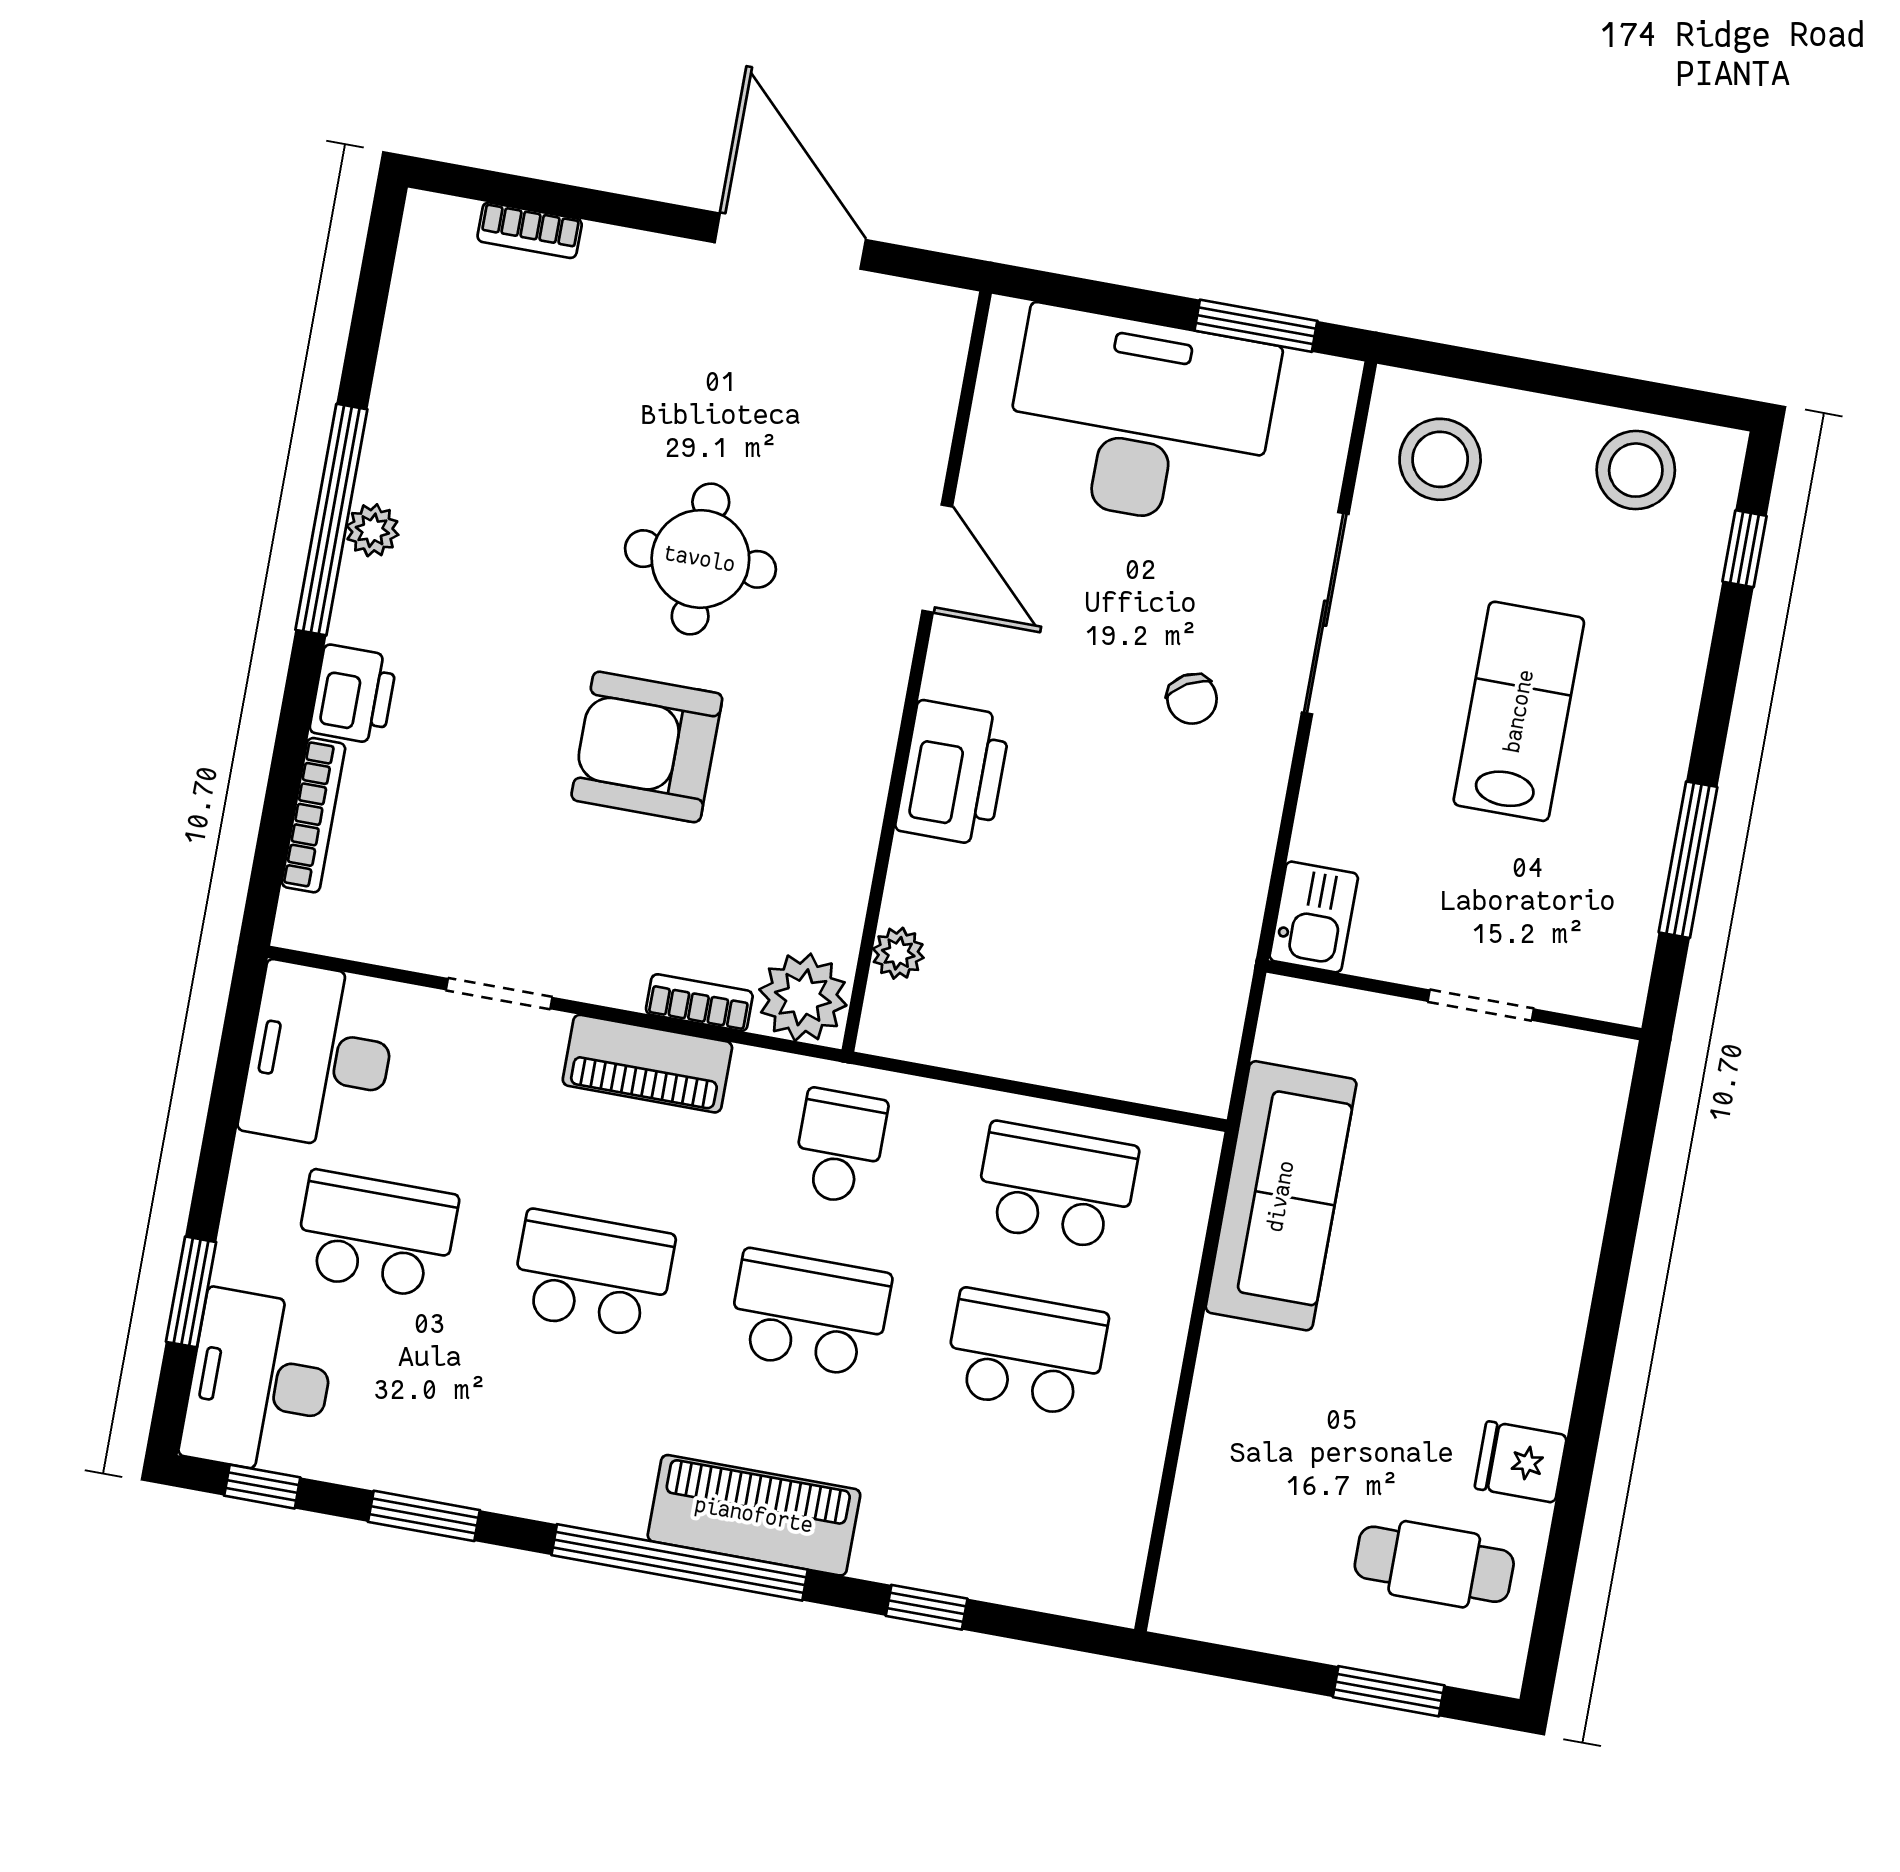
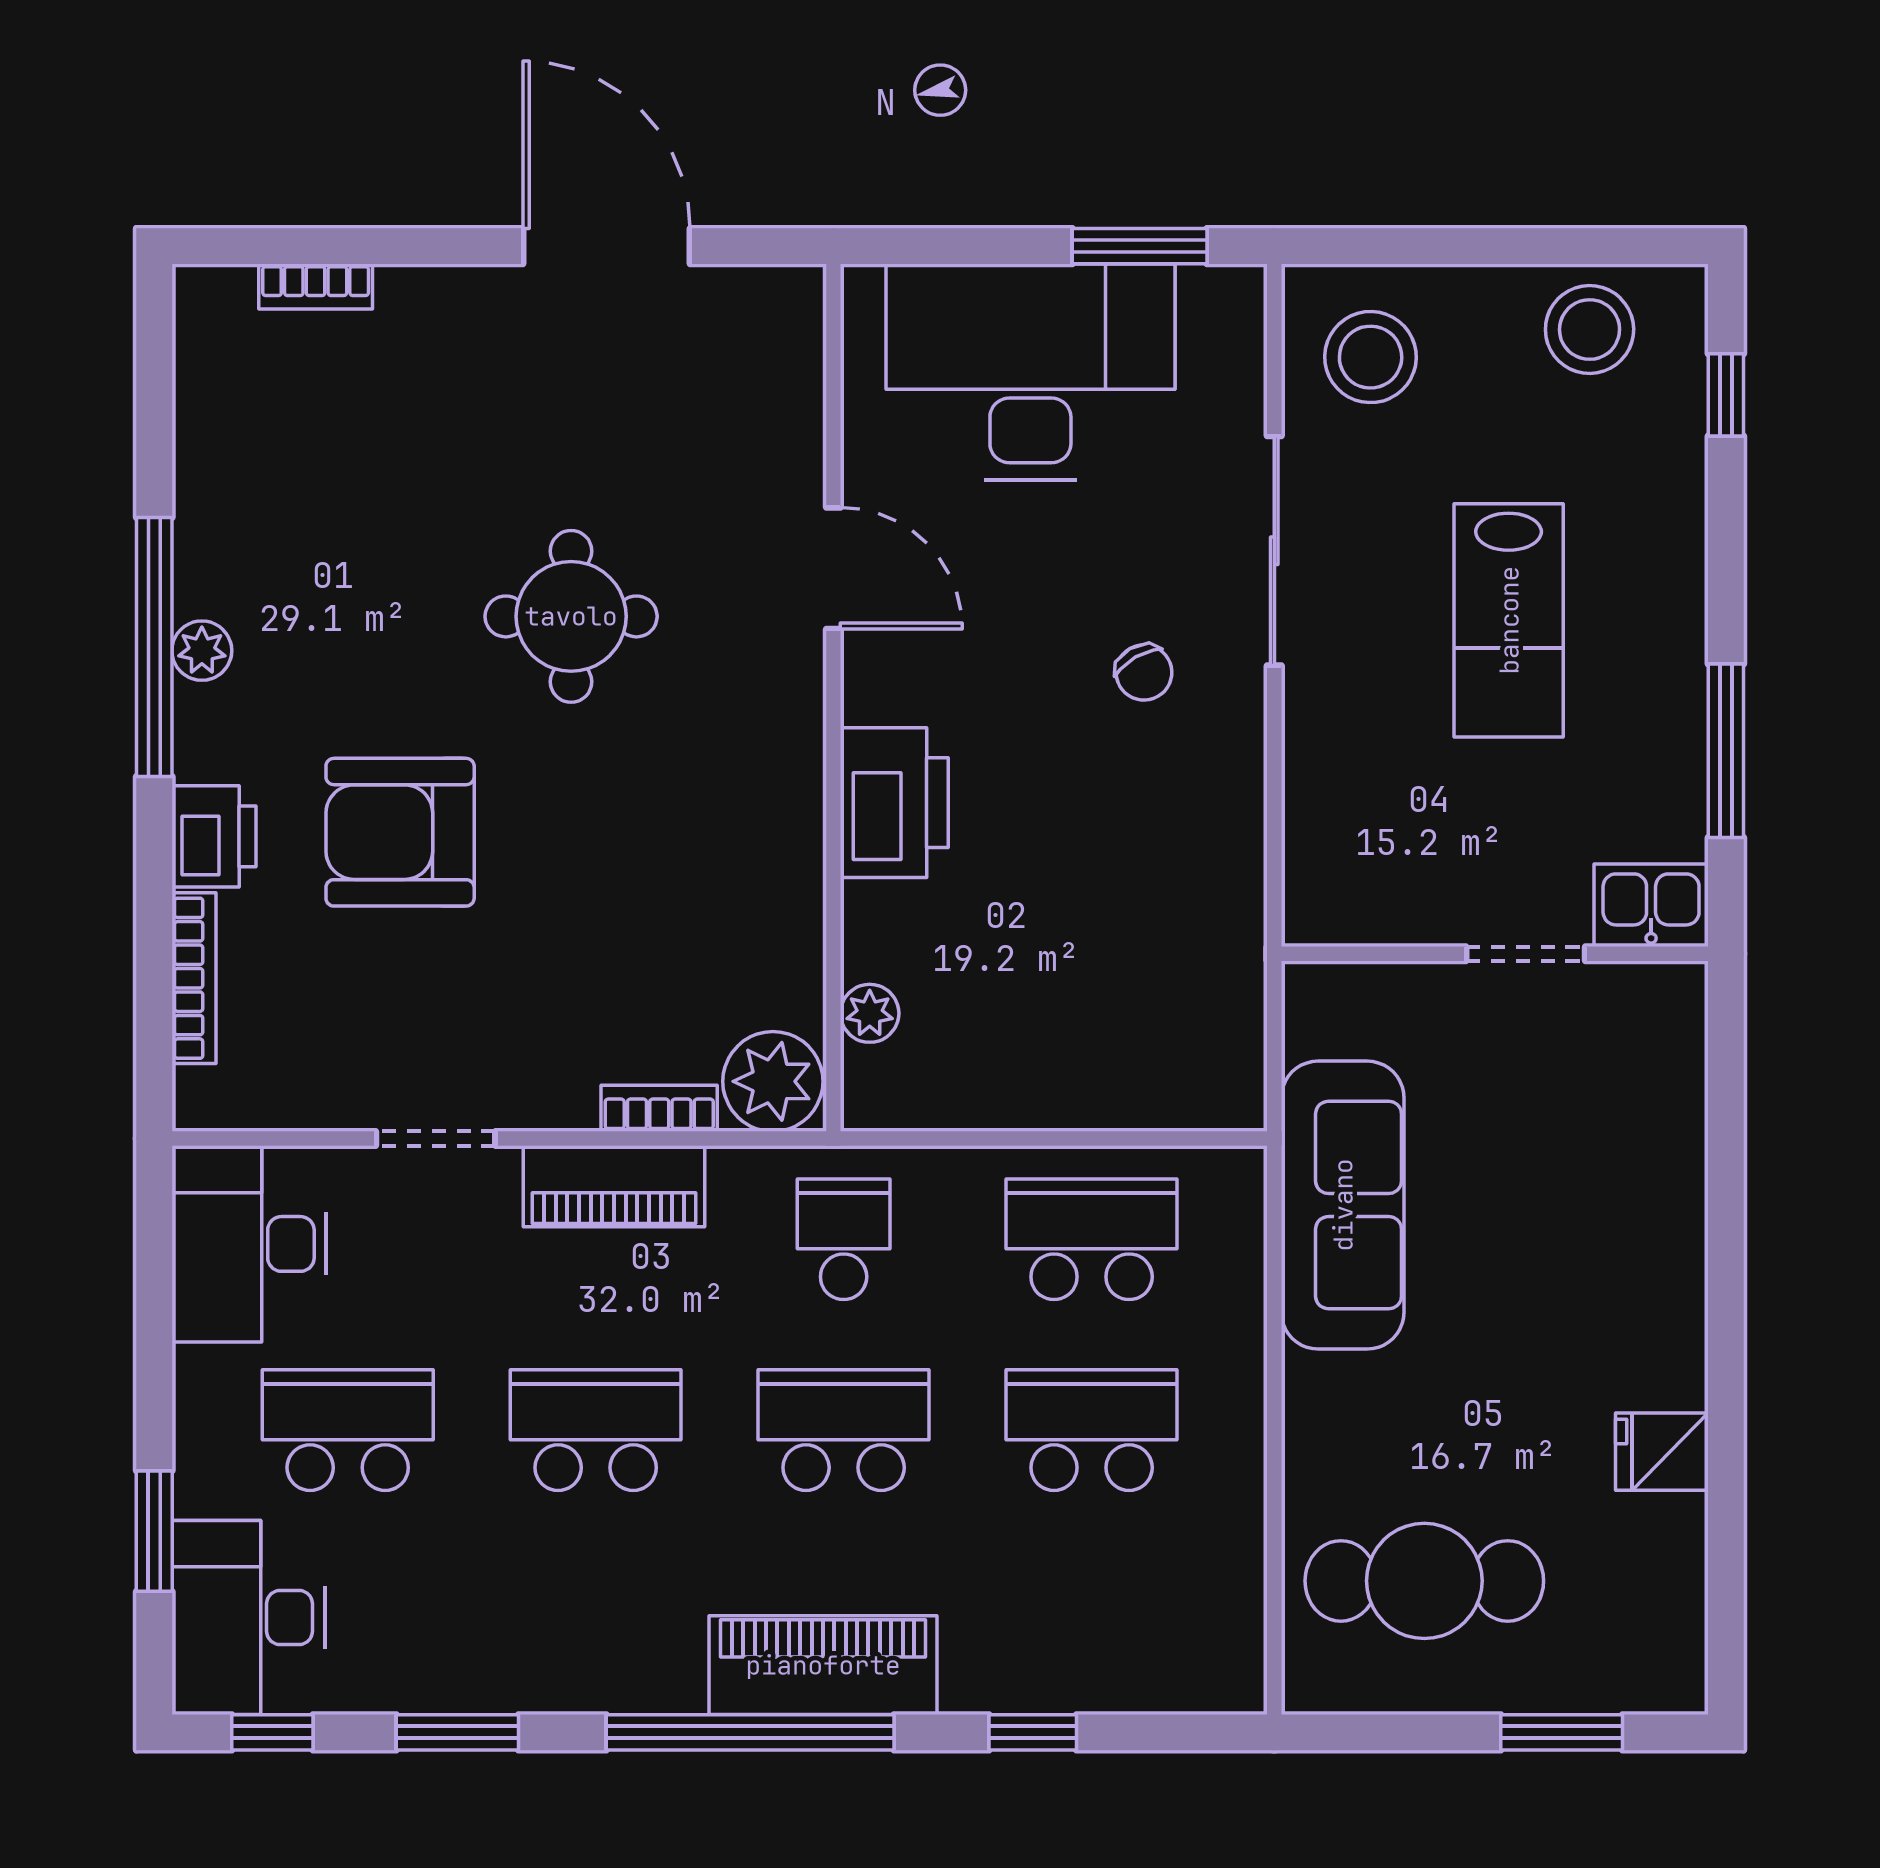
lab bench: (1519, 711) -> (1509, 620), turned 180
armchair: (647, 747) -> (400, 832), moved
kitchen sink: (1314, 917) -> (1651, 905), moved, turned -90
cafe table: (1434, 1564) -> (1424, 1581), moved, width x1.37, depth x1.35

